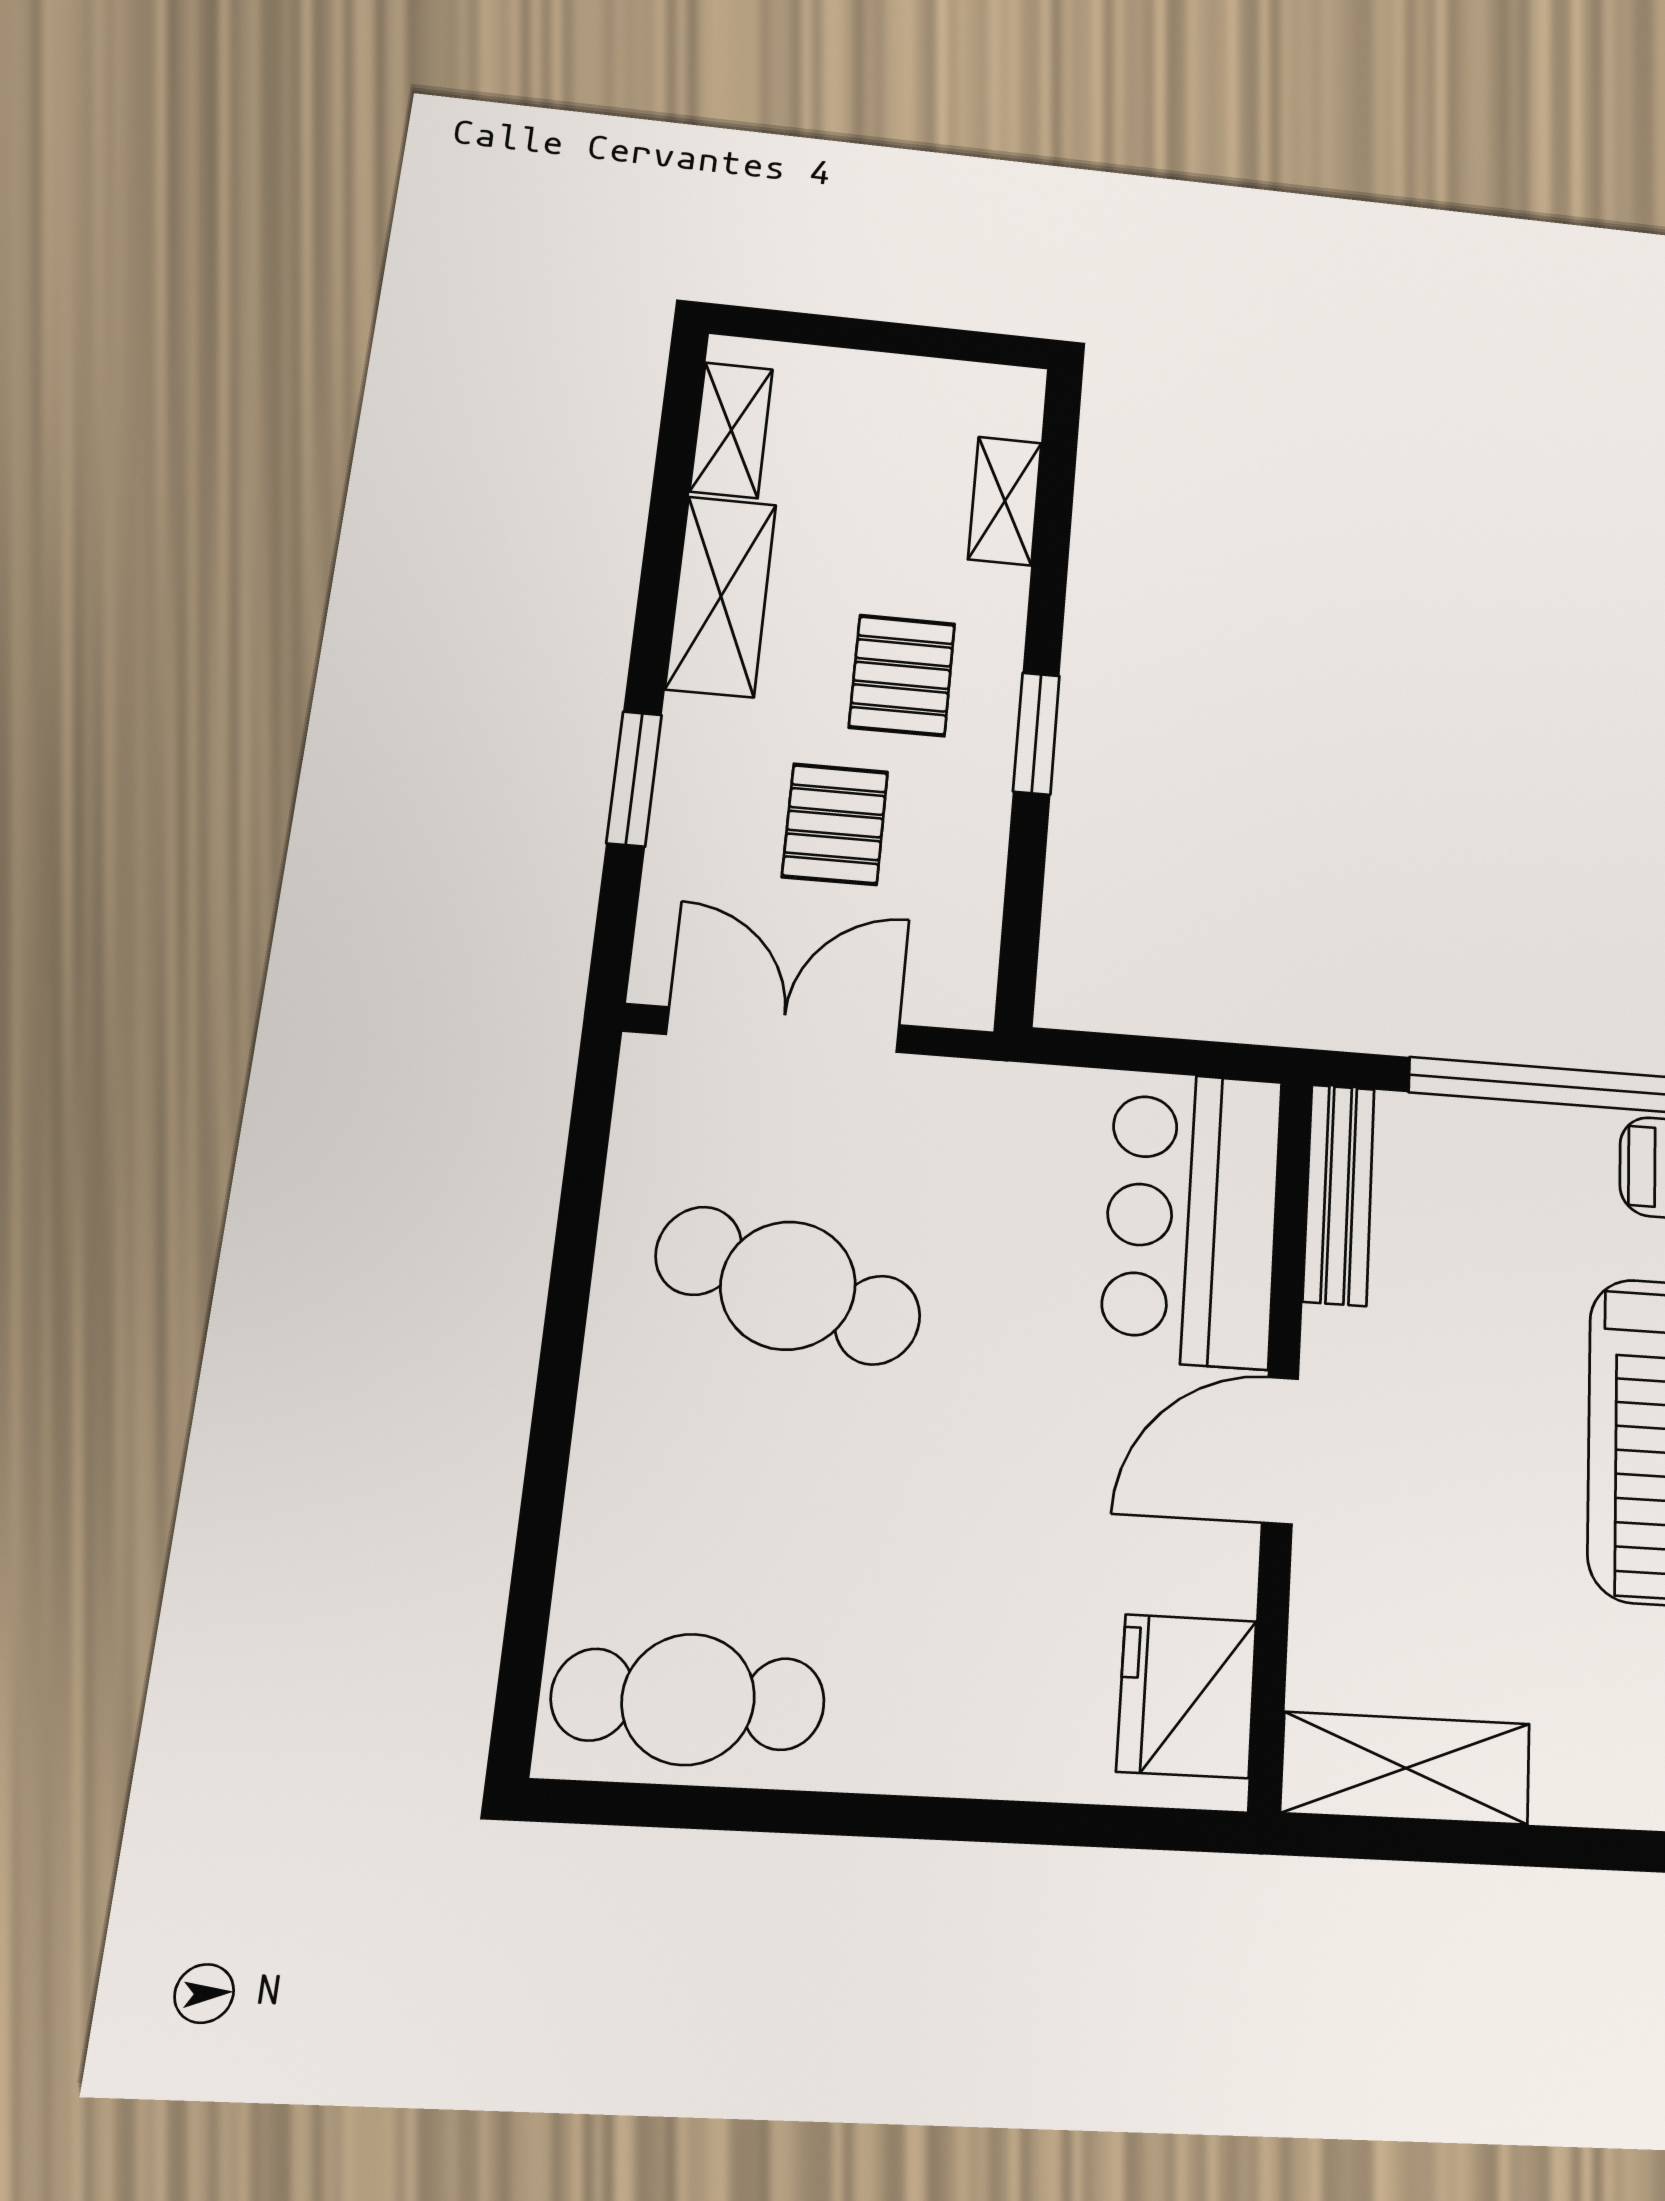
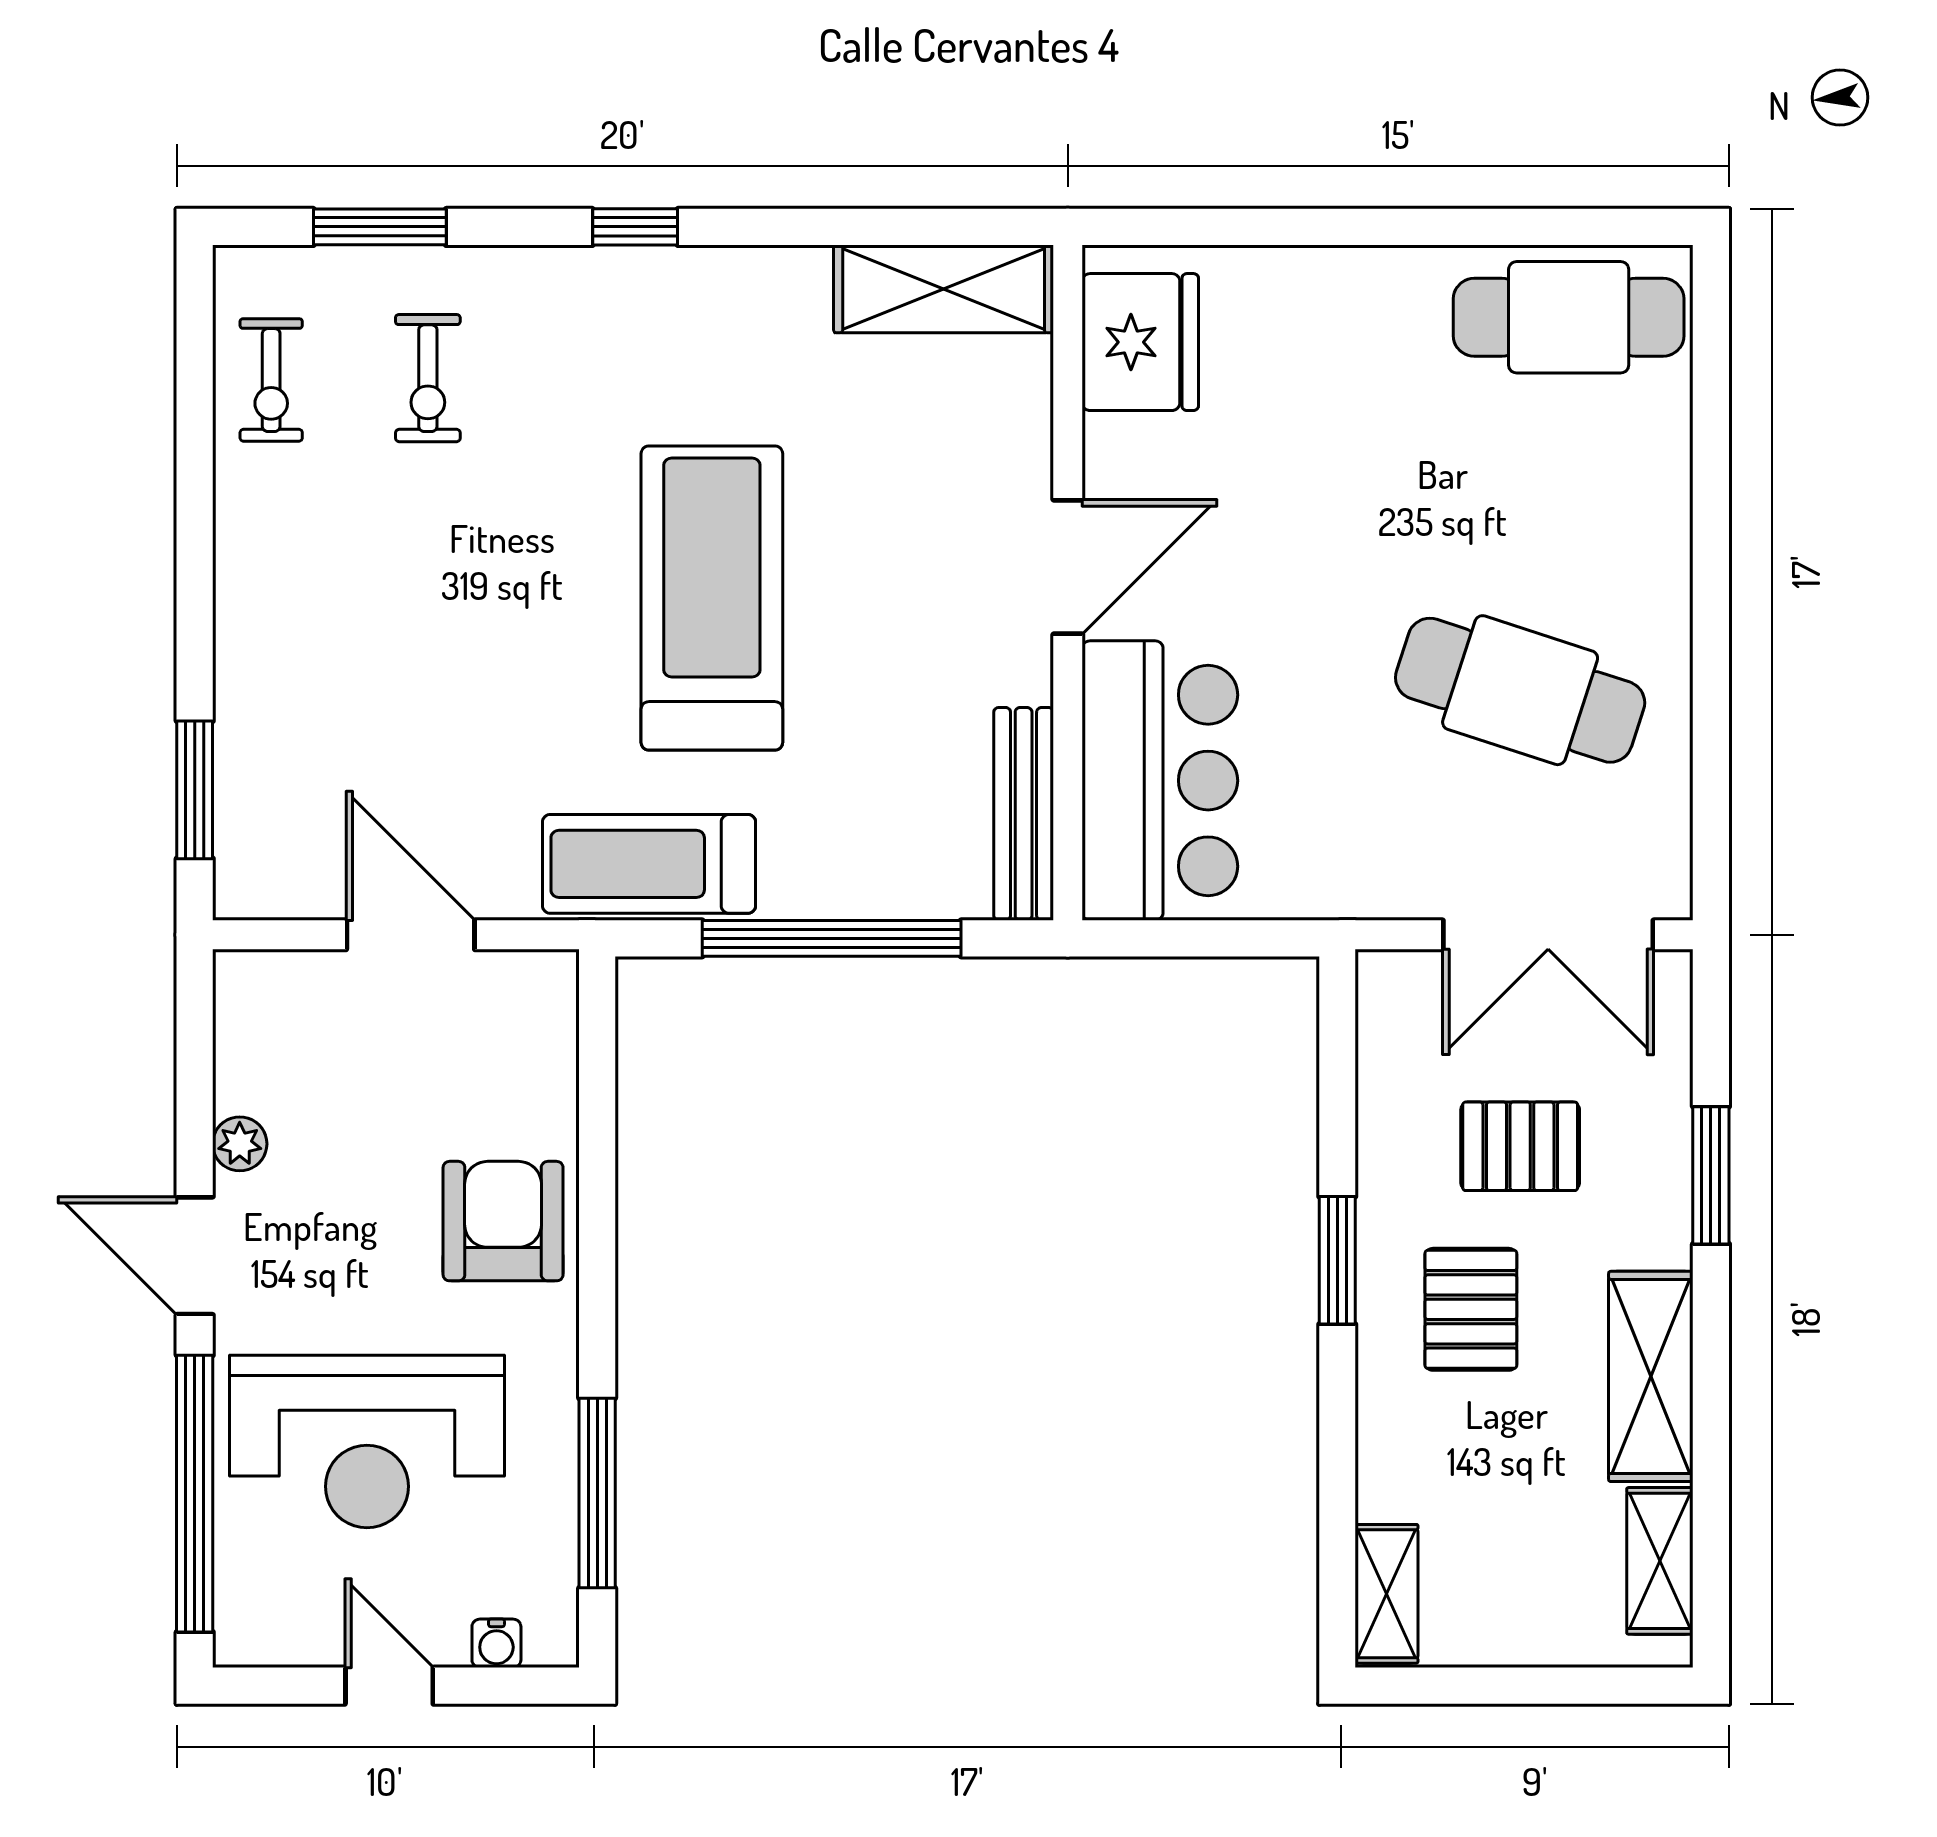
shelving: (1005, 501) -> (1387, 1594), moved
pallet: (835, 824) -> (1520, 1146), turned 90

